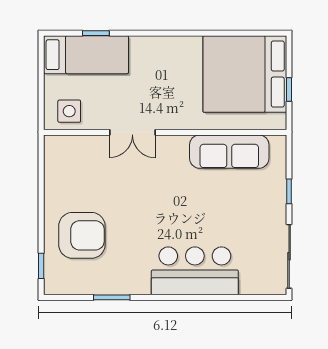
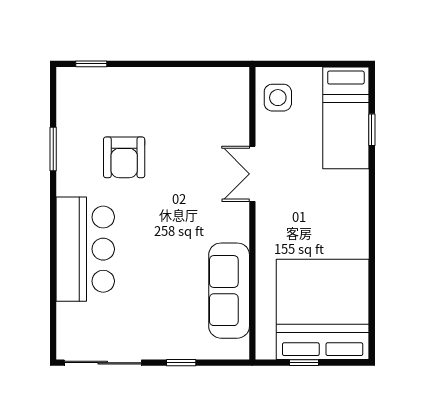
armchair: (82, 235) -> (124, 157), moved, width x0.73, depth x0.73

